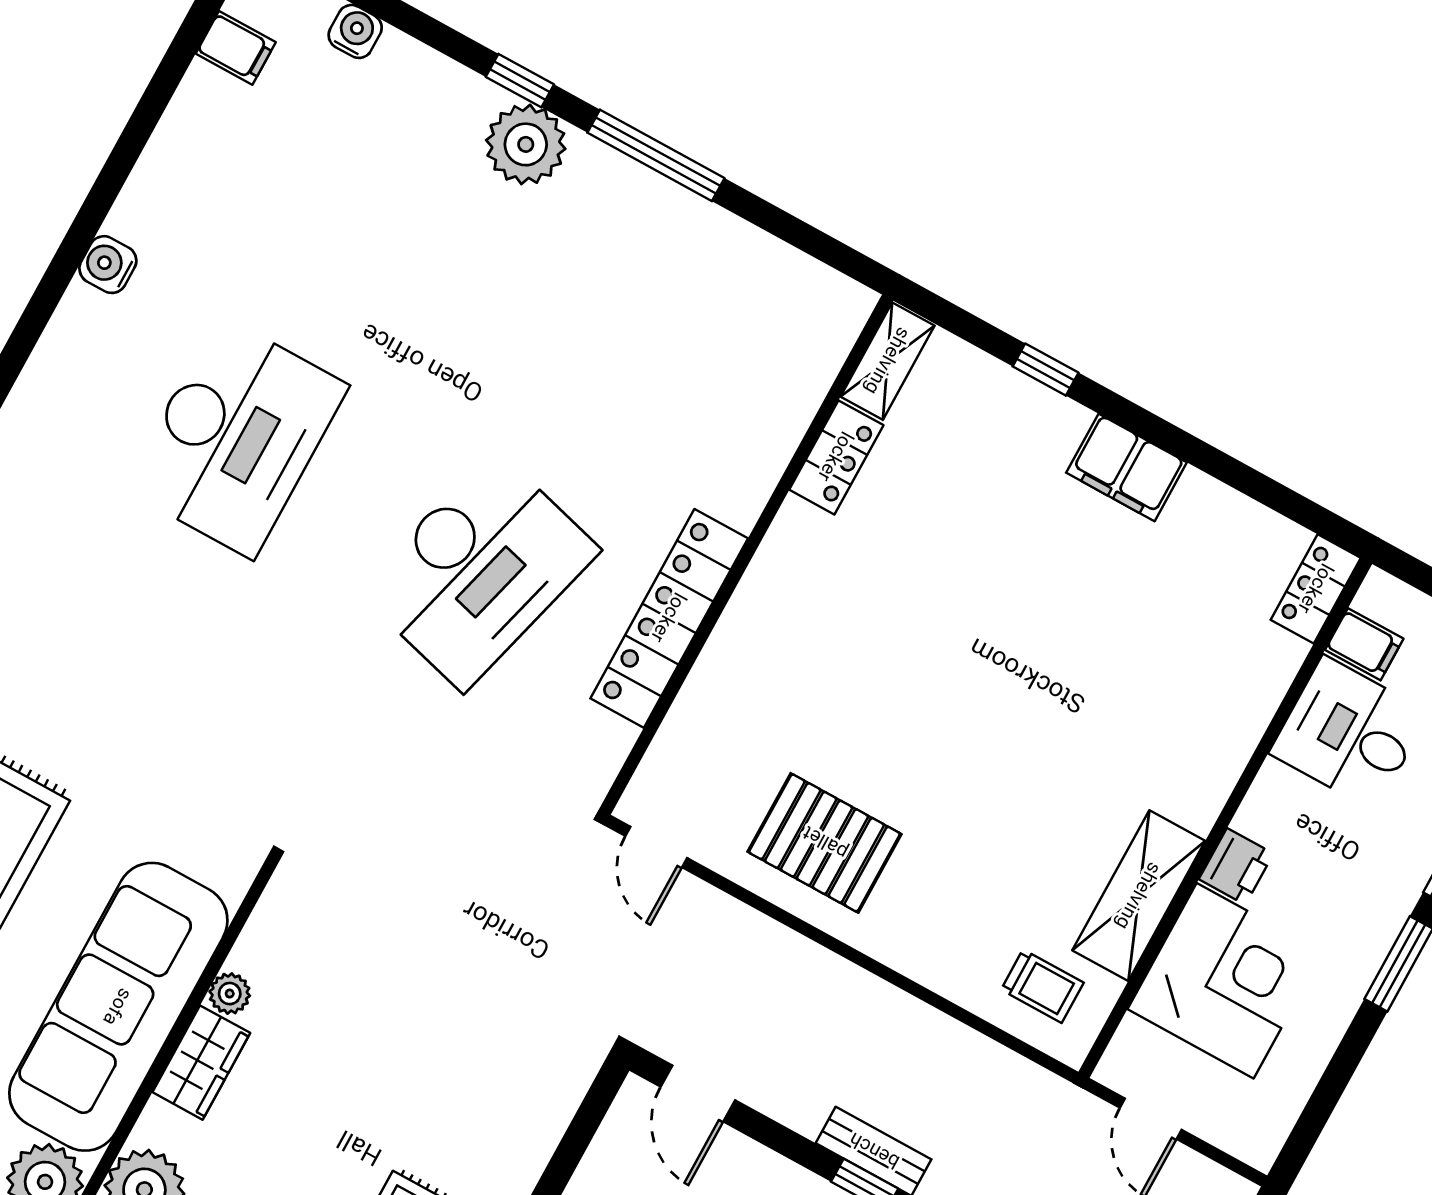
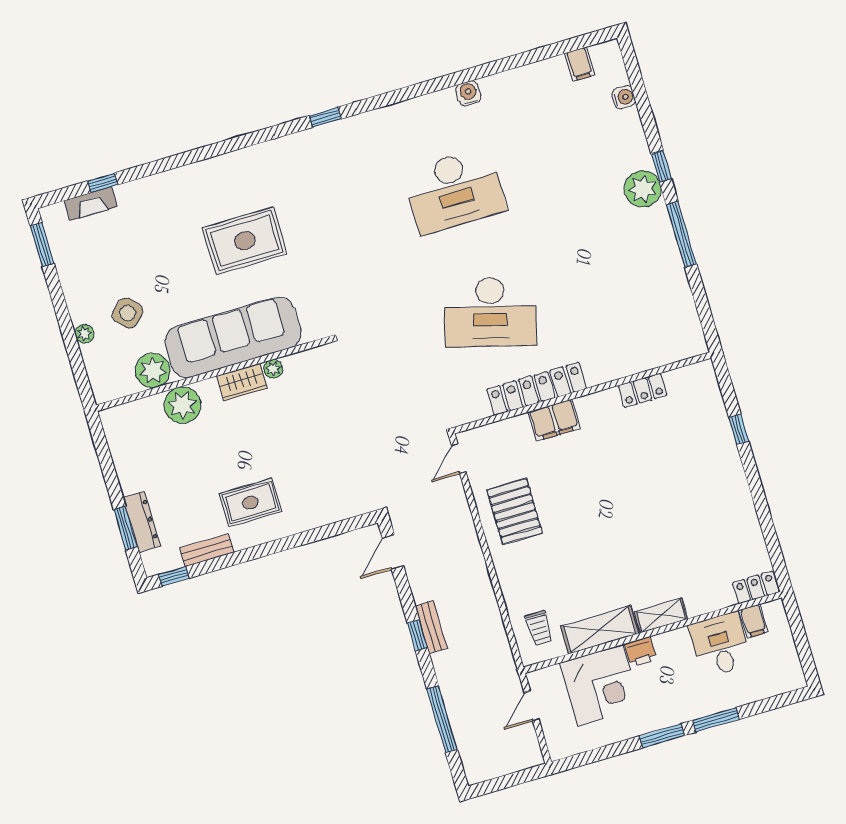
shelving: (888, 361) -> (661, 615), moved
filing cabinet: (1127, 467) -> (554, 420), moved, turned -90

